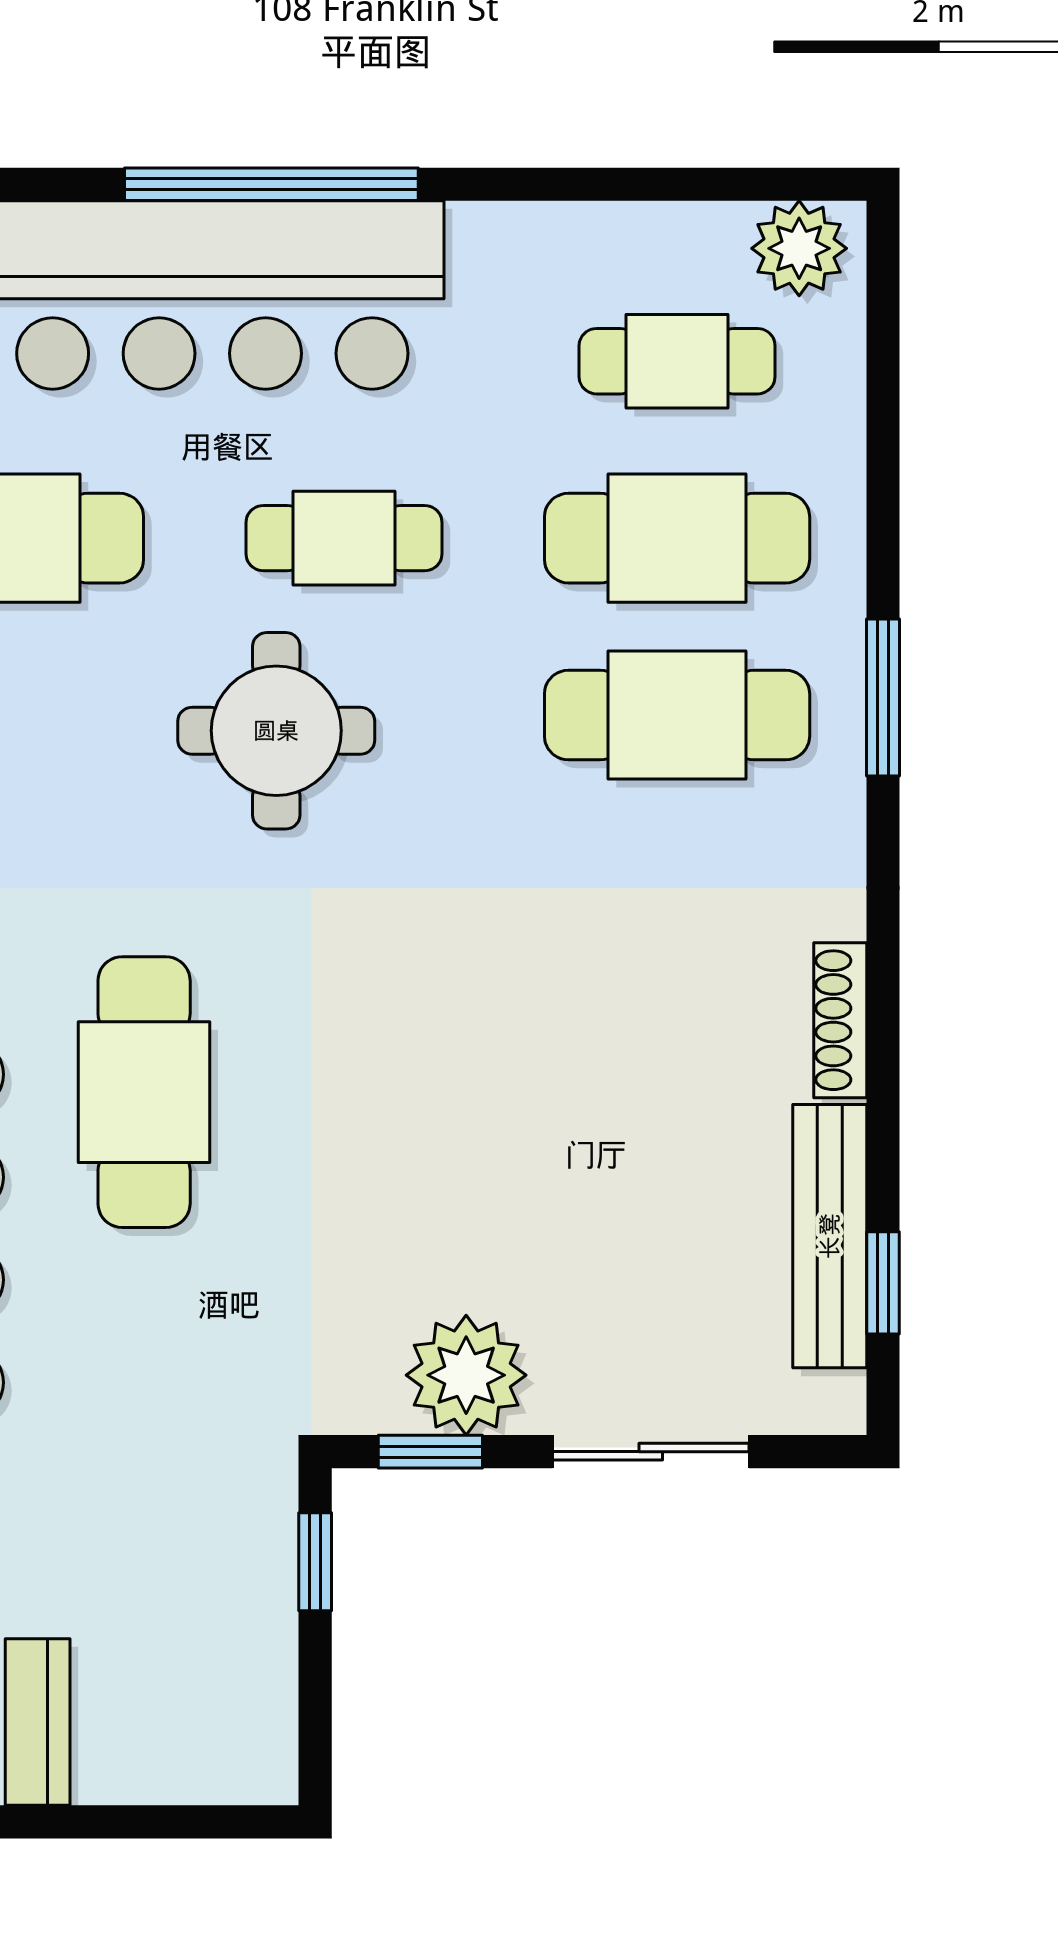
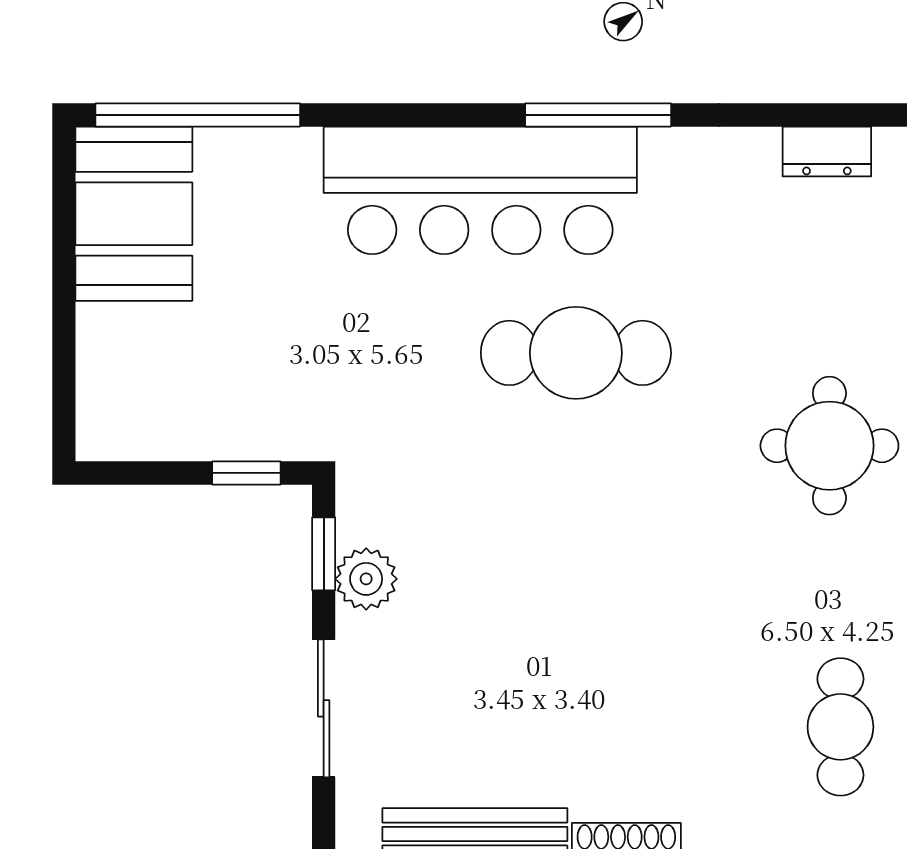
cafe table: (677, 715) -> (840, 727), width x0.73, depth x0.74
plant: (466, 1375) -> (366, 579), width x0.73, depth x0.73

